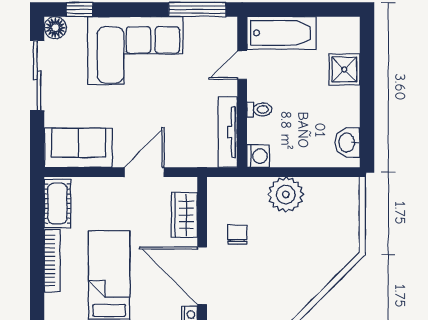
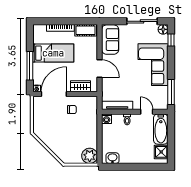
shower: (344, 69) -> (161, 152), moved
plant: (286, 194) -> (90, 156), moved

